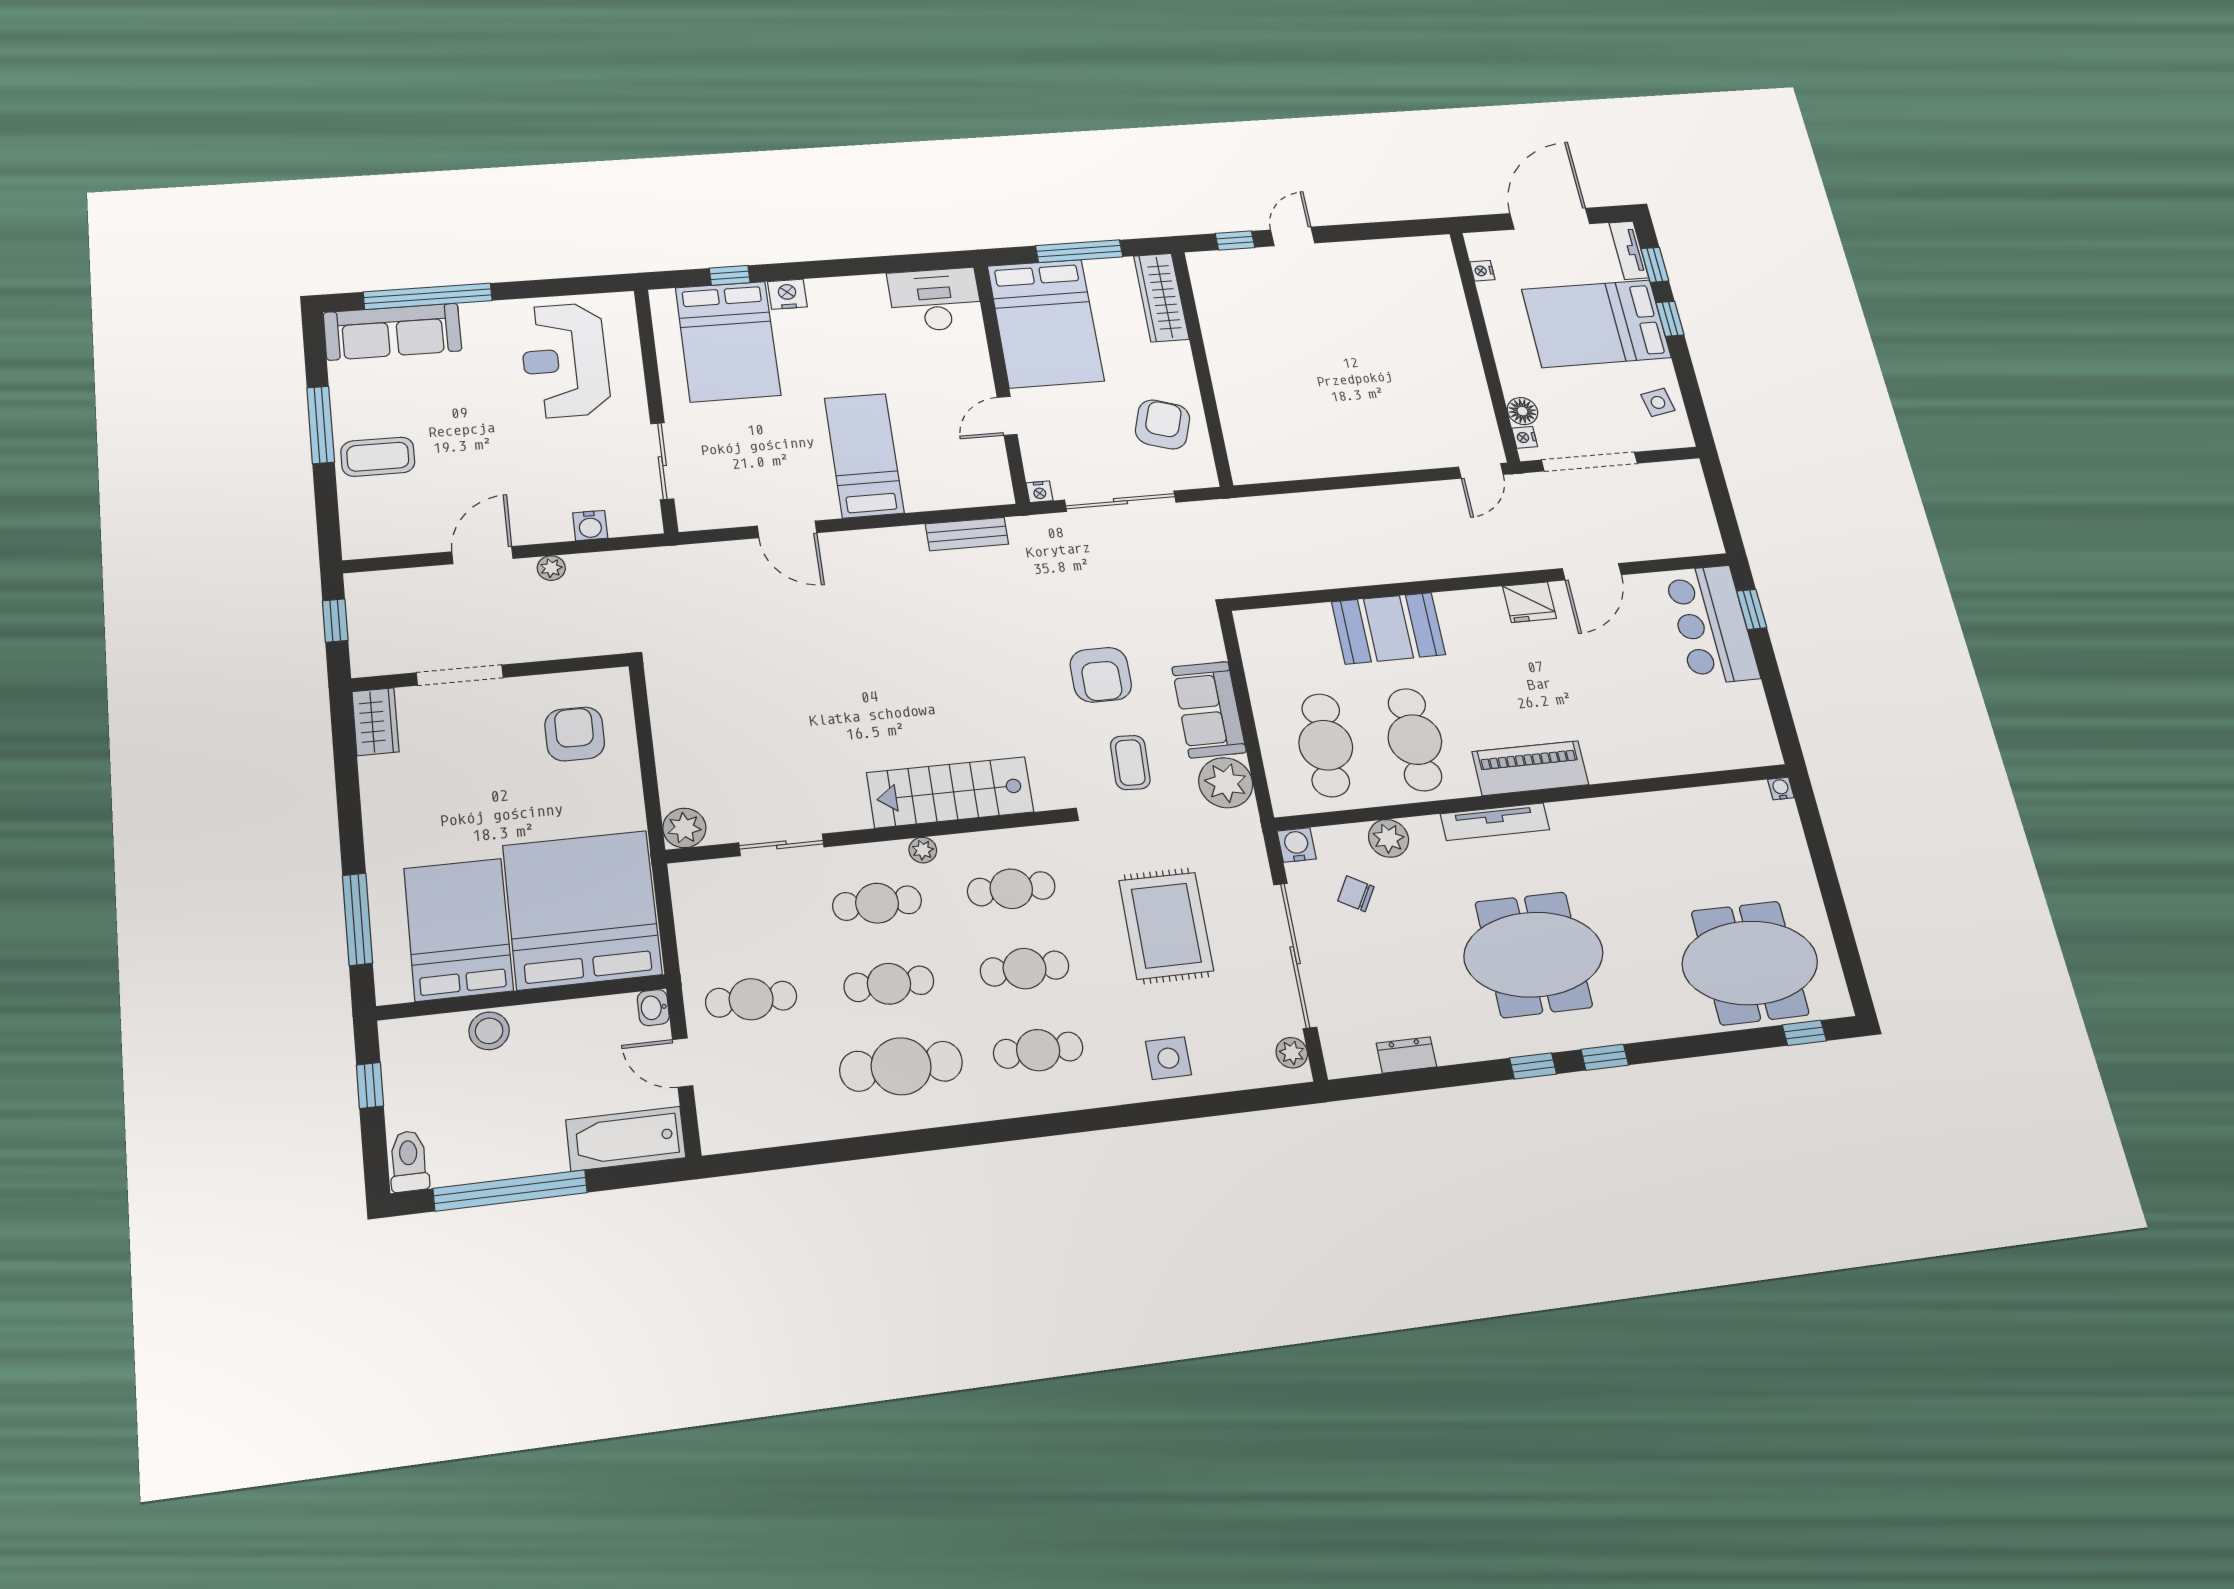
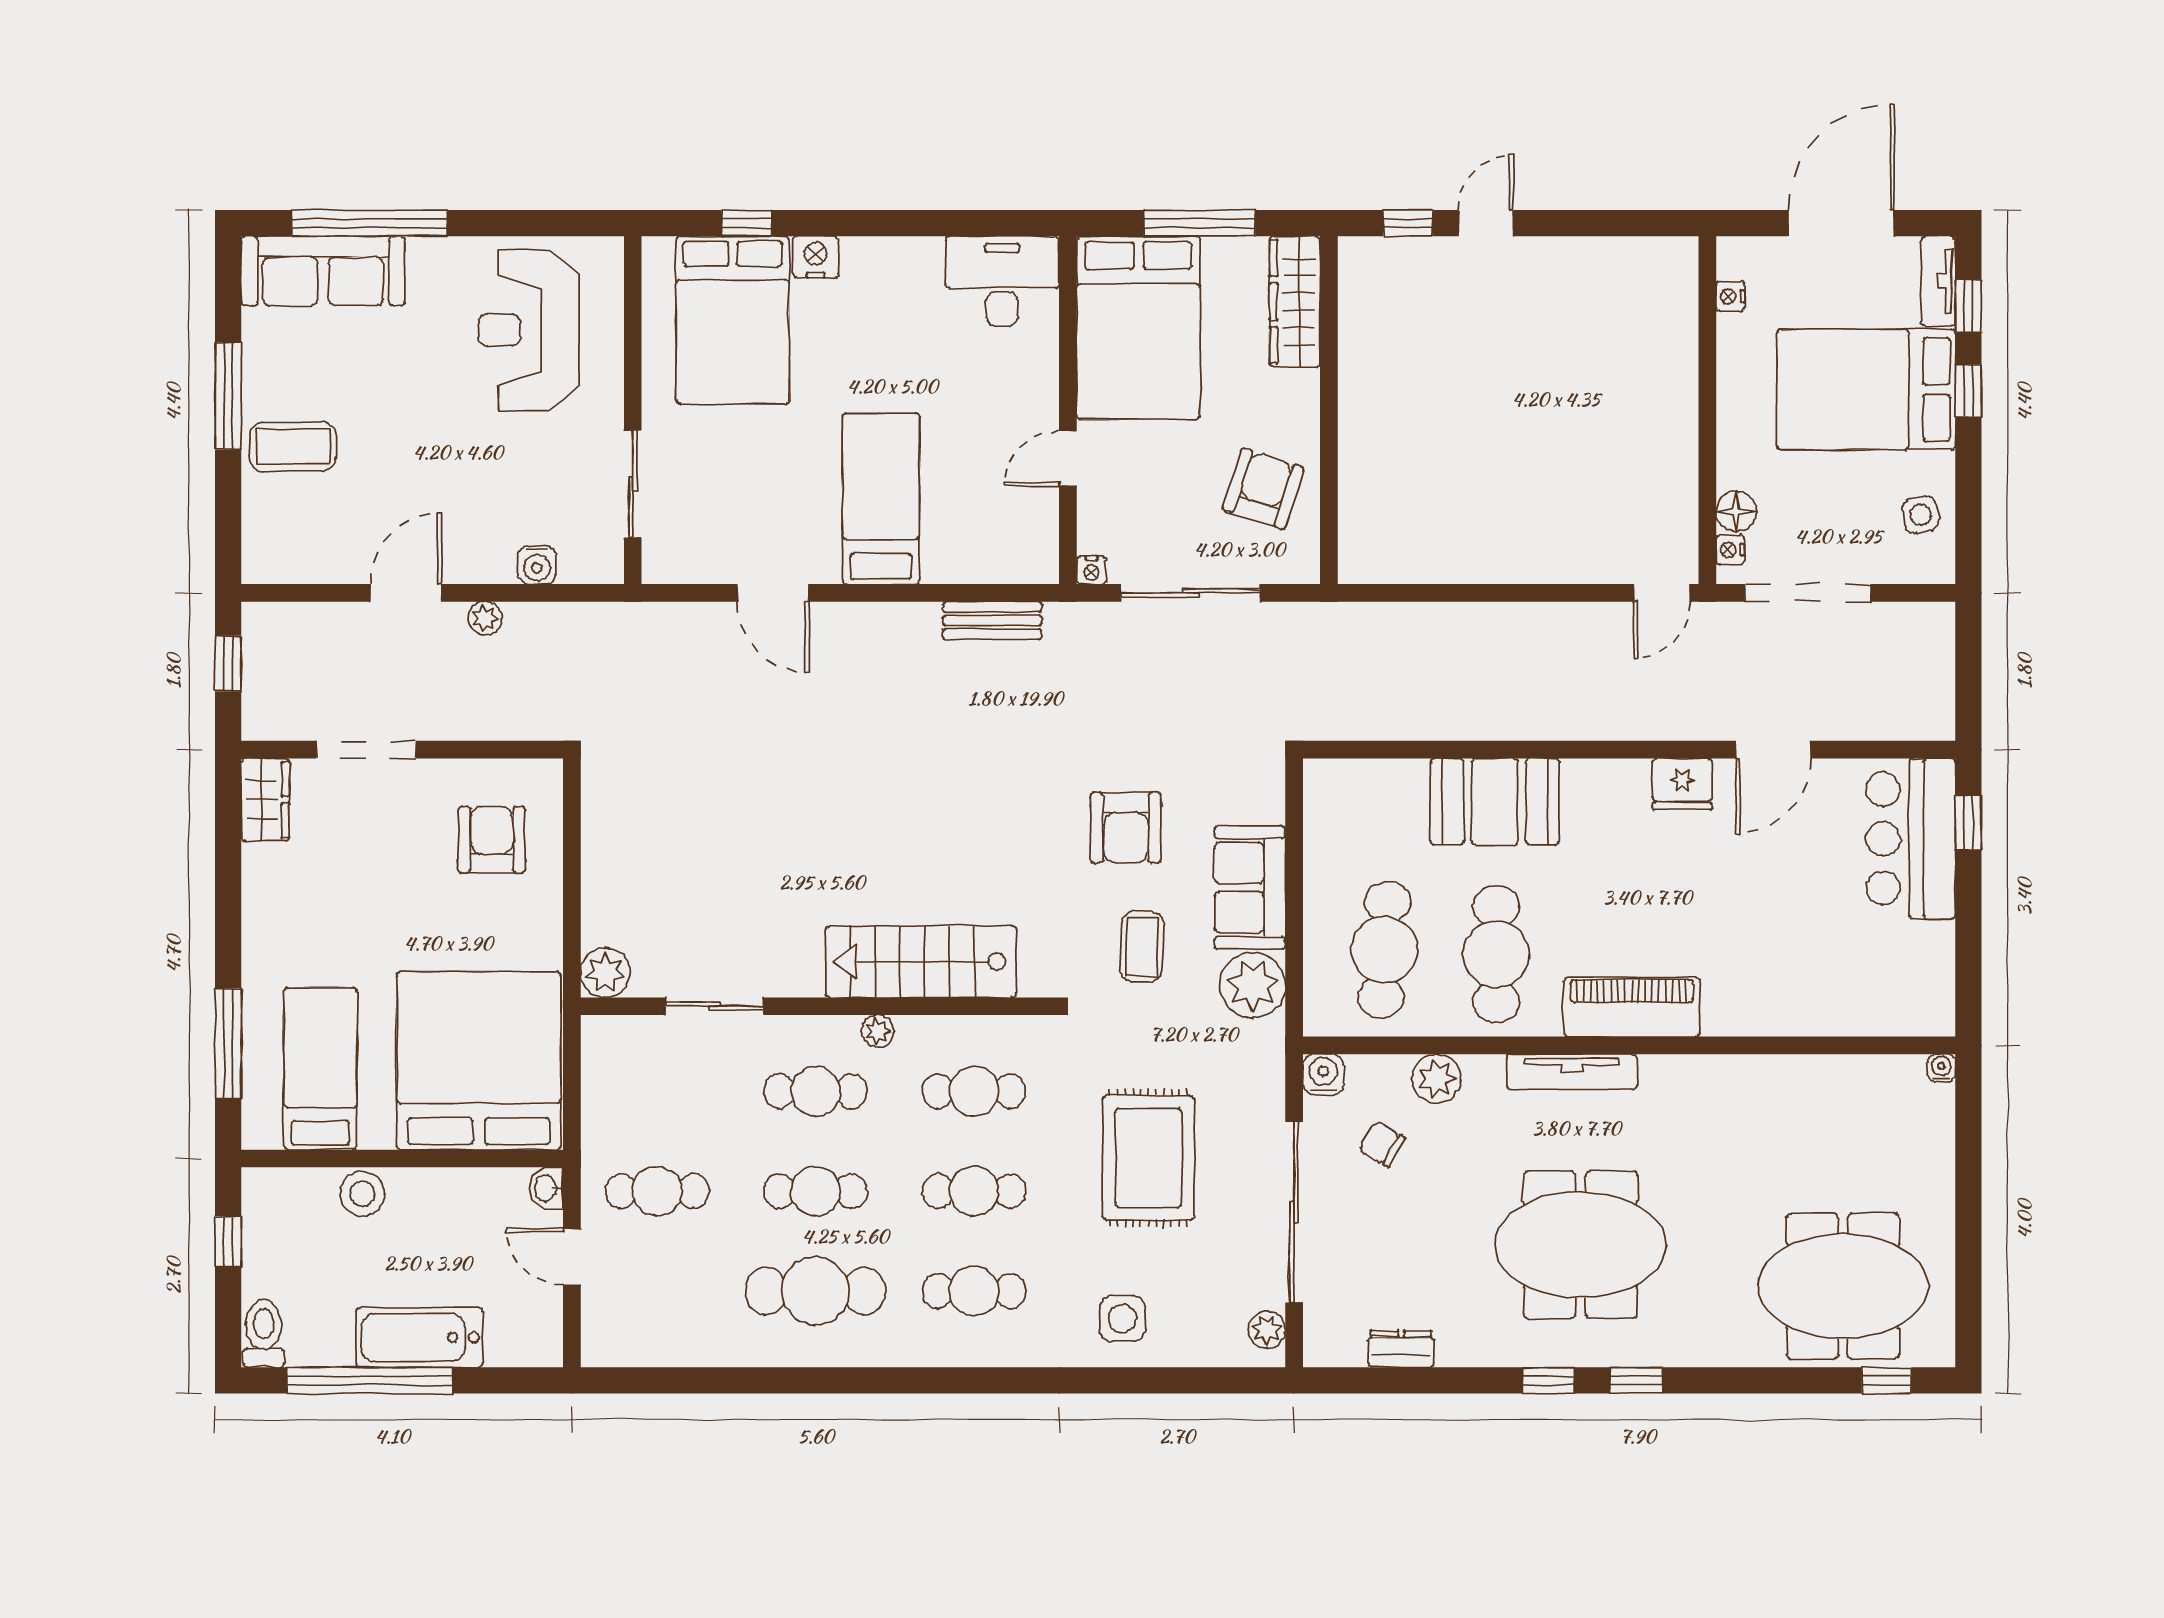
bed: (458, 929) -> (320, 1069), width x0.67
bathtub: (626, 1139) -> (419, 1338), moved

